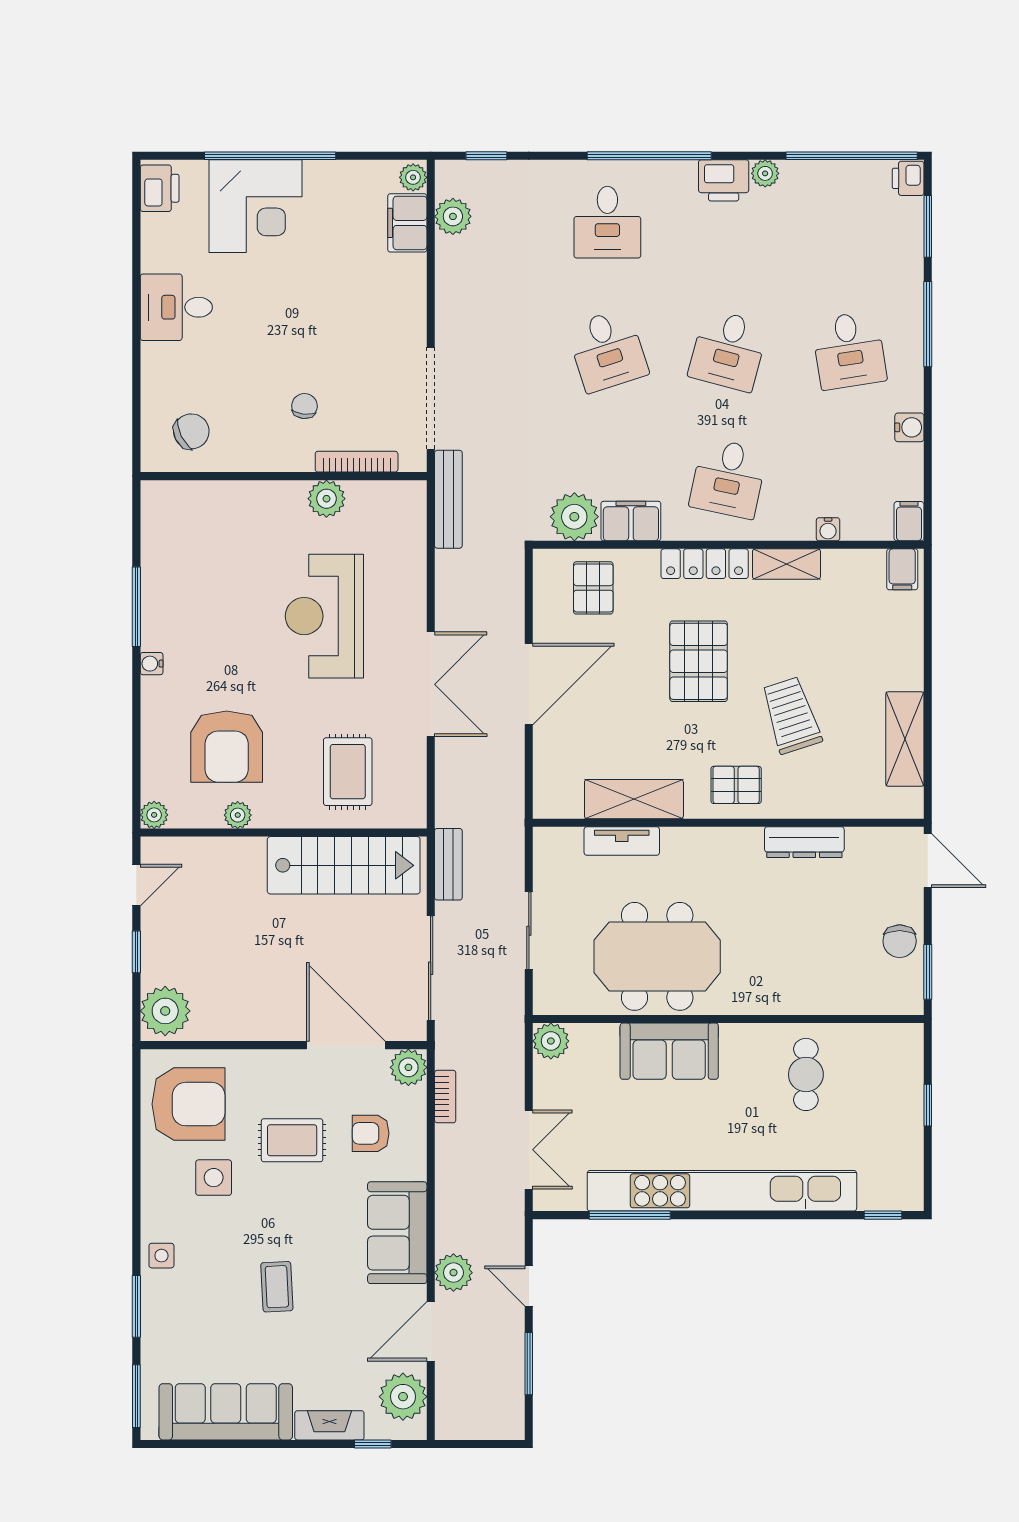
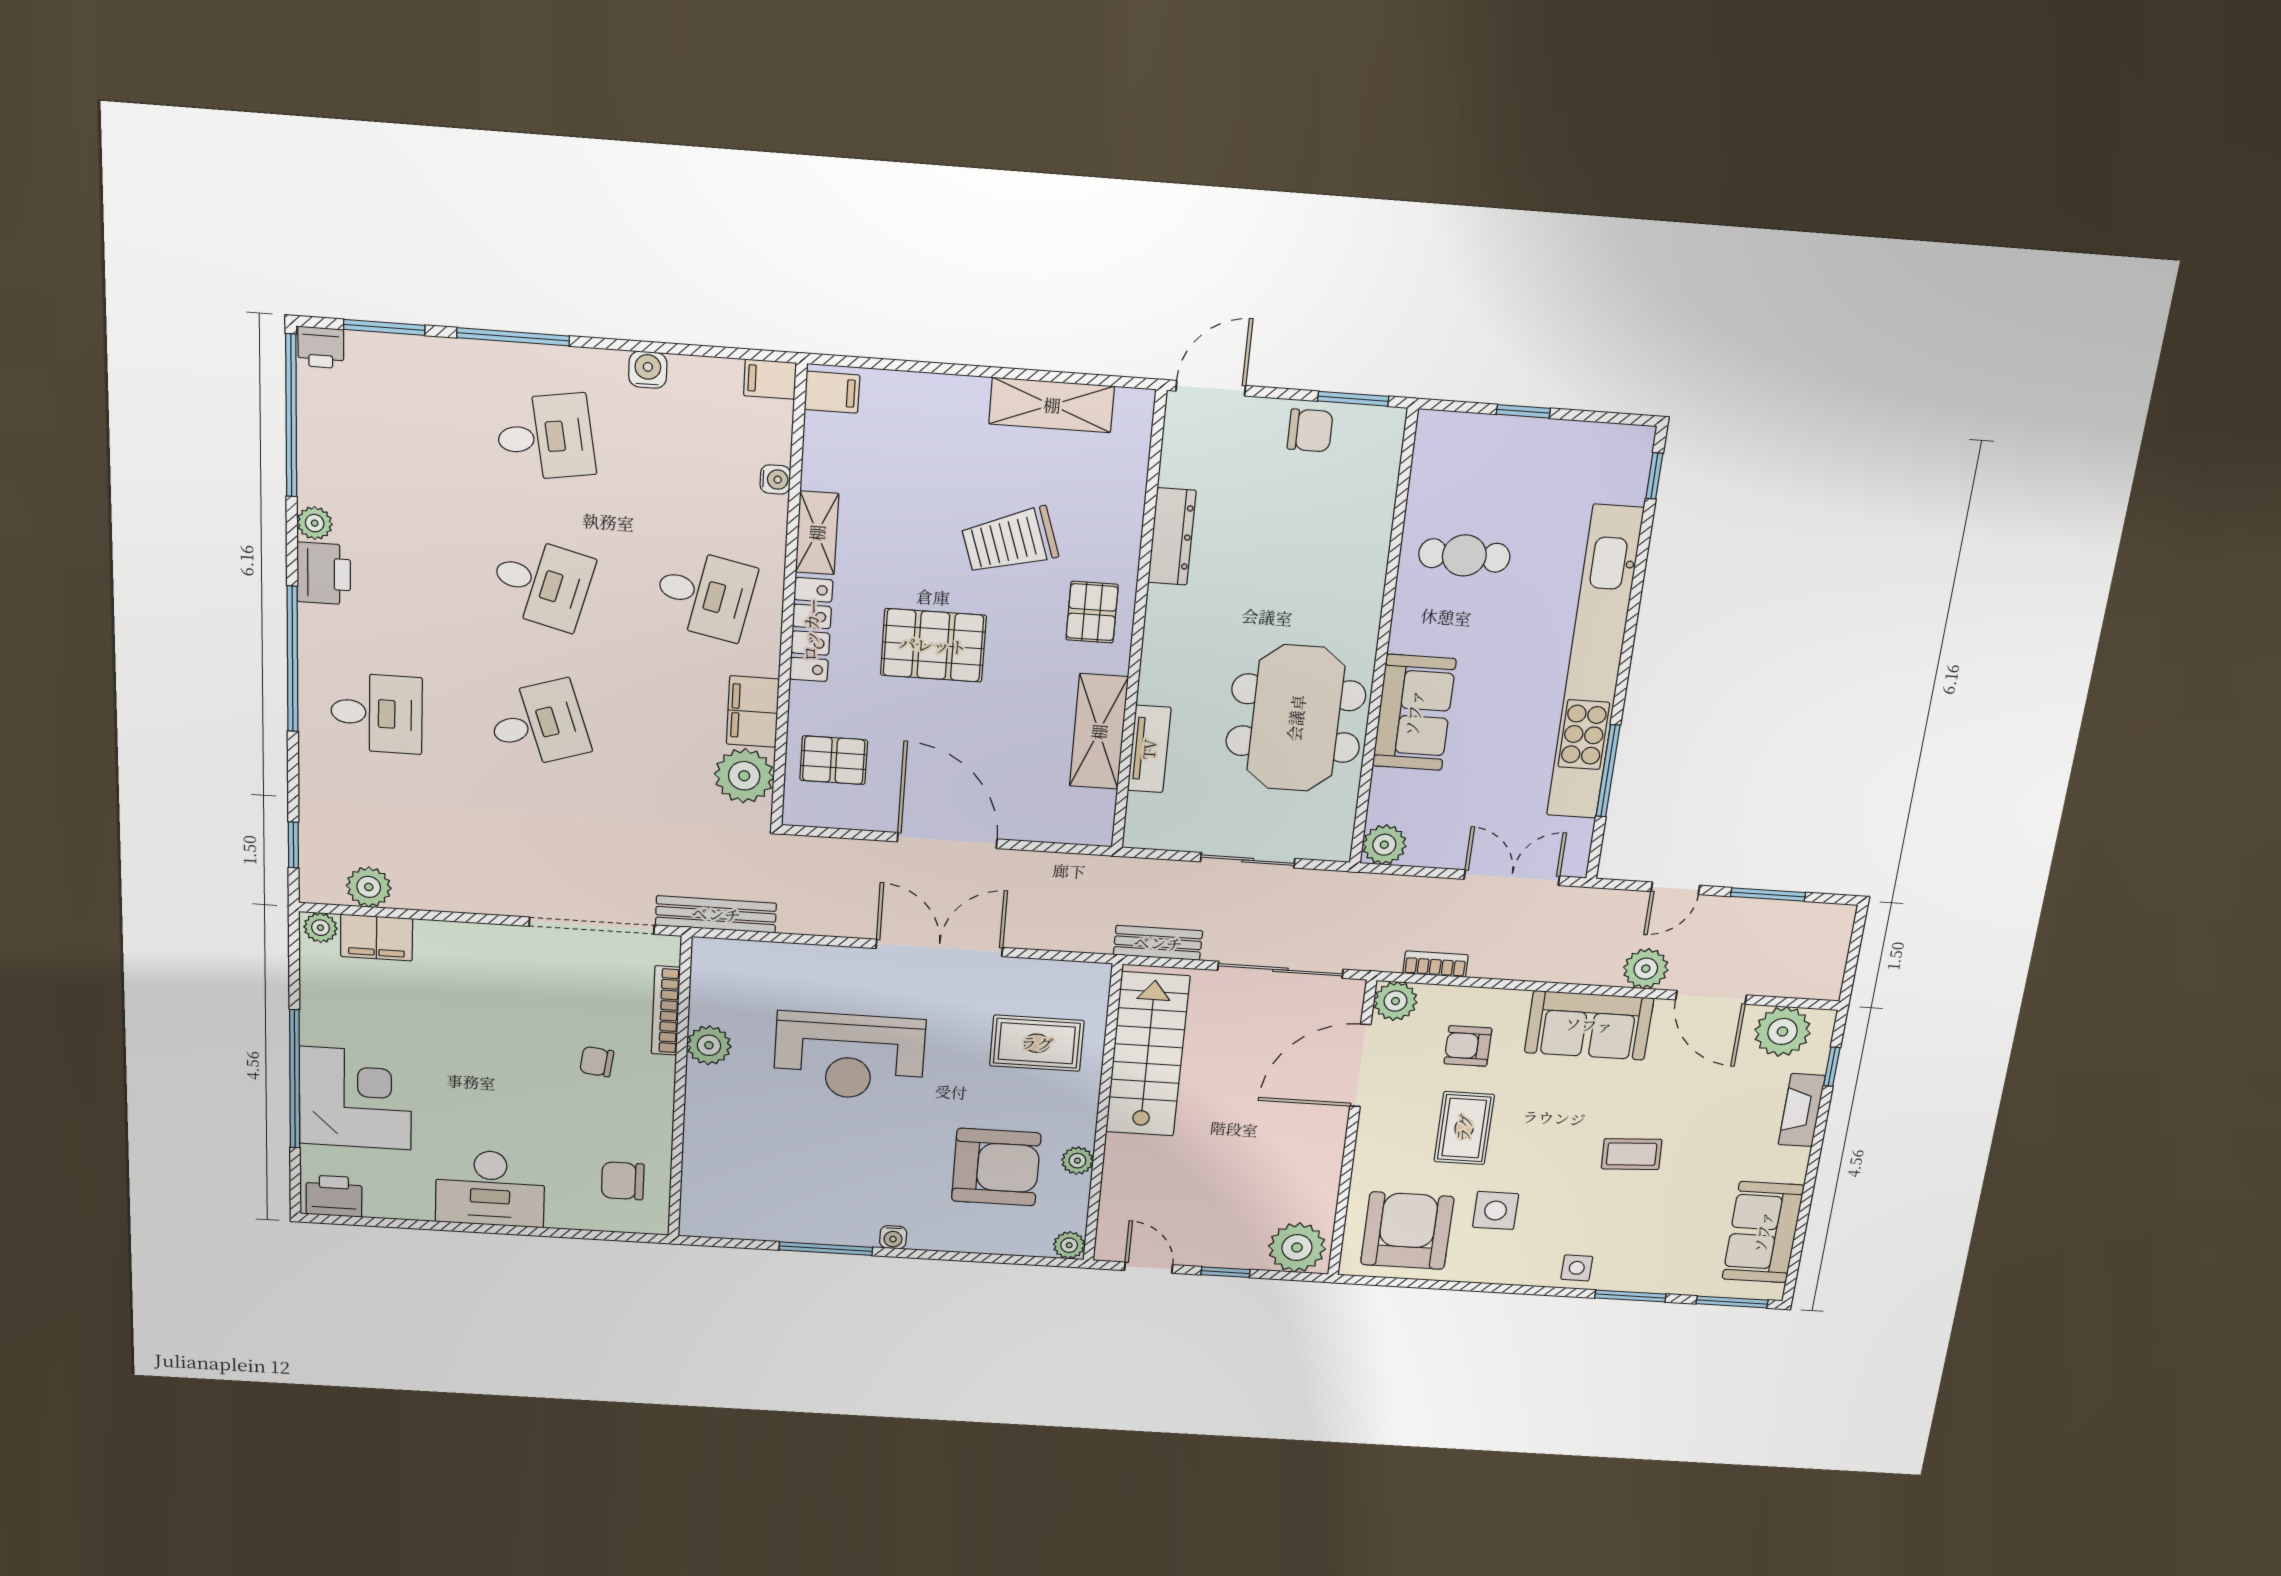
desk: (176, 307) -> (490, 1188), width x1.37
chair: (191, 431) -> (623, 1181), turned -64
armchair: (371, 1133) -> (1468, 1046), turned 90
sofa: (226, 1412) -> (1763, 1232), width x0.73

